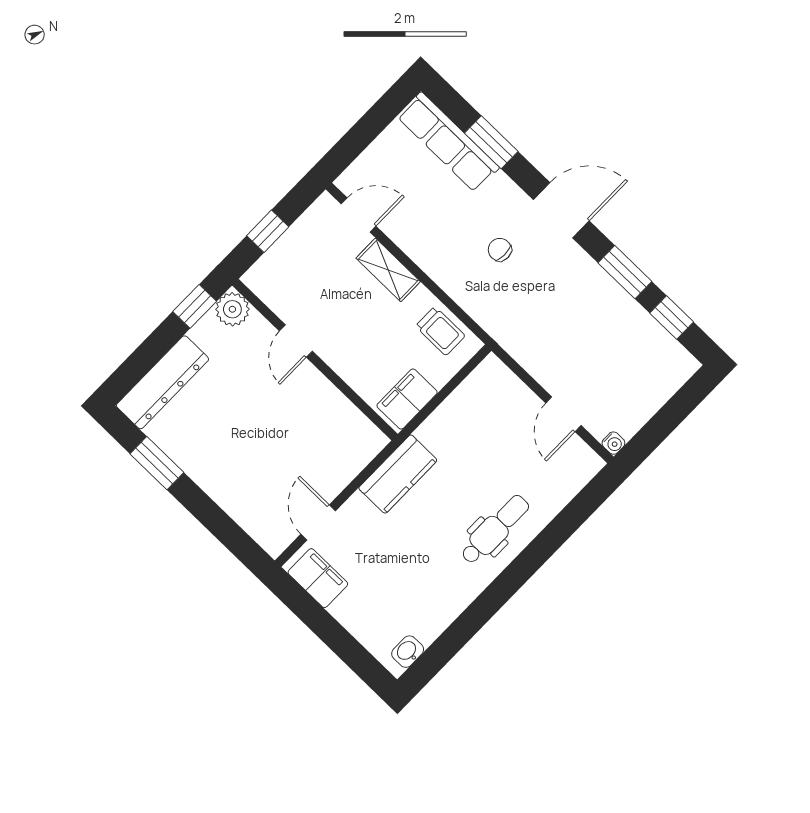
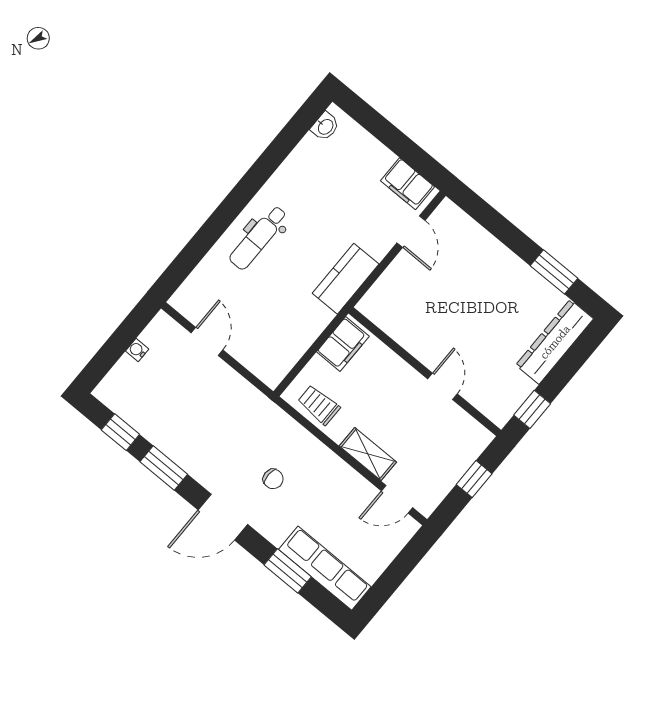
plant: (232, 309) -> (499, 409), removed
water cooler: (613, 443) -> (137, 350), moved

